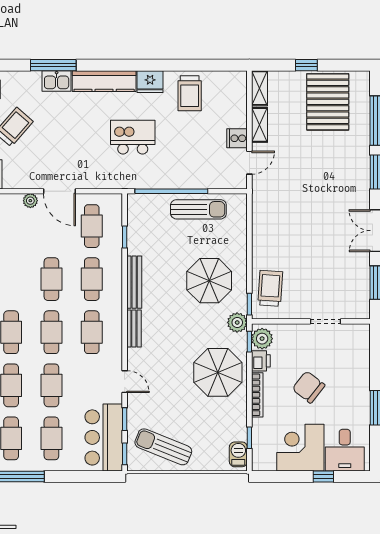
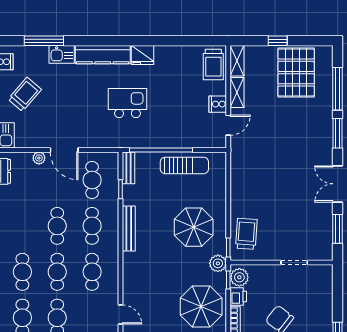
window: (53, 65) -> (44, 41), moved
trolley: (190, 93) -> (213, 64), moved
bench: (134, 328) -> (129, 168), moved

